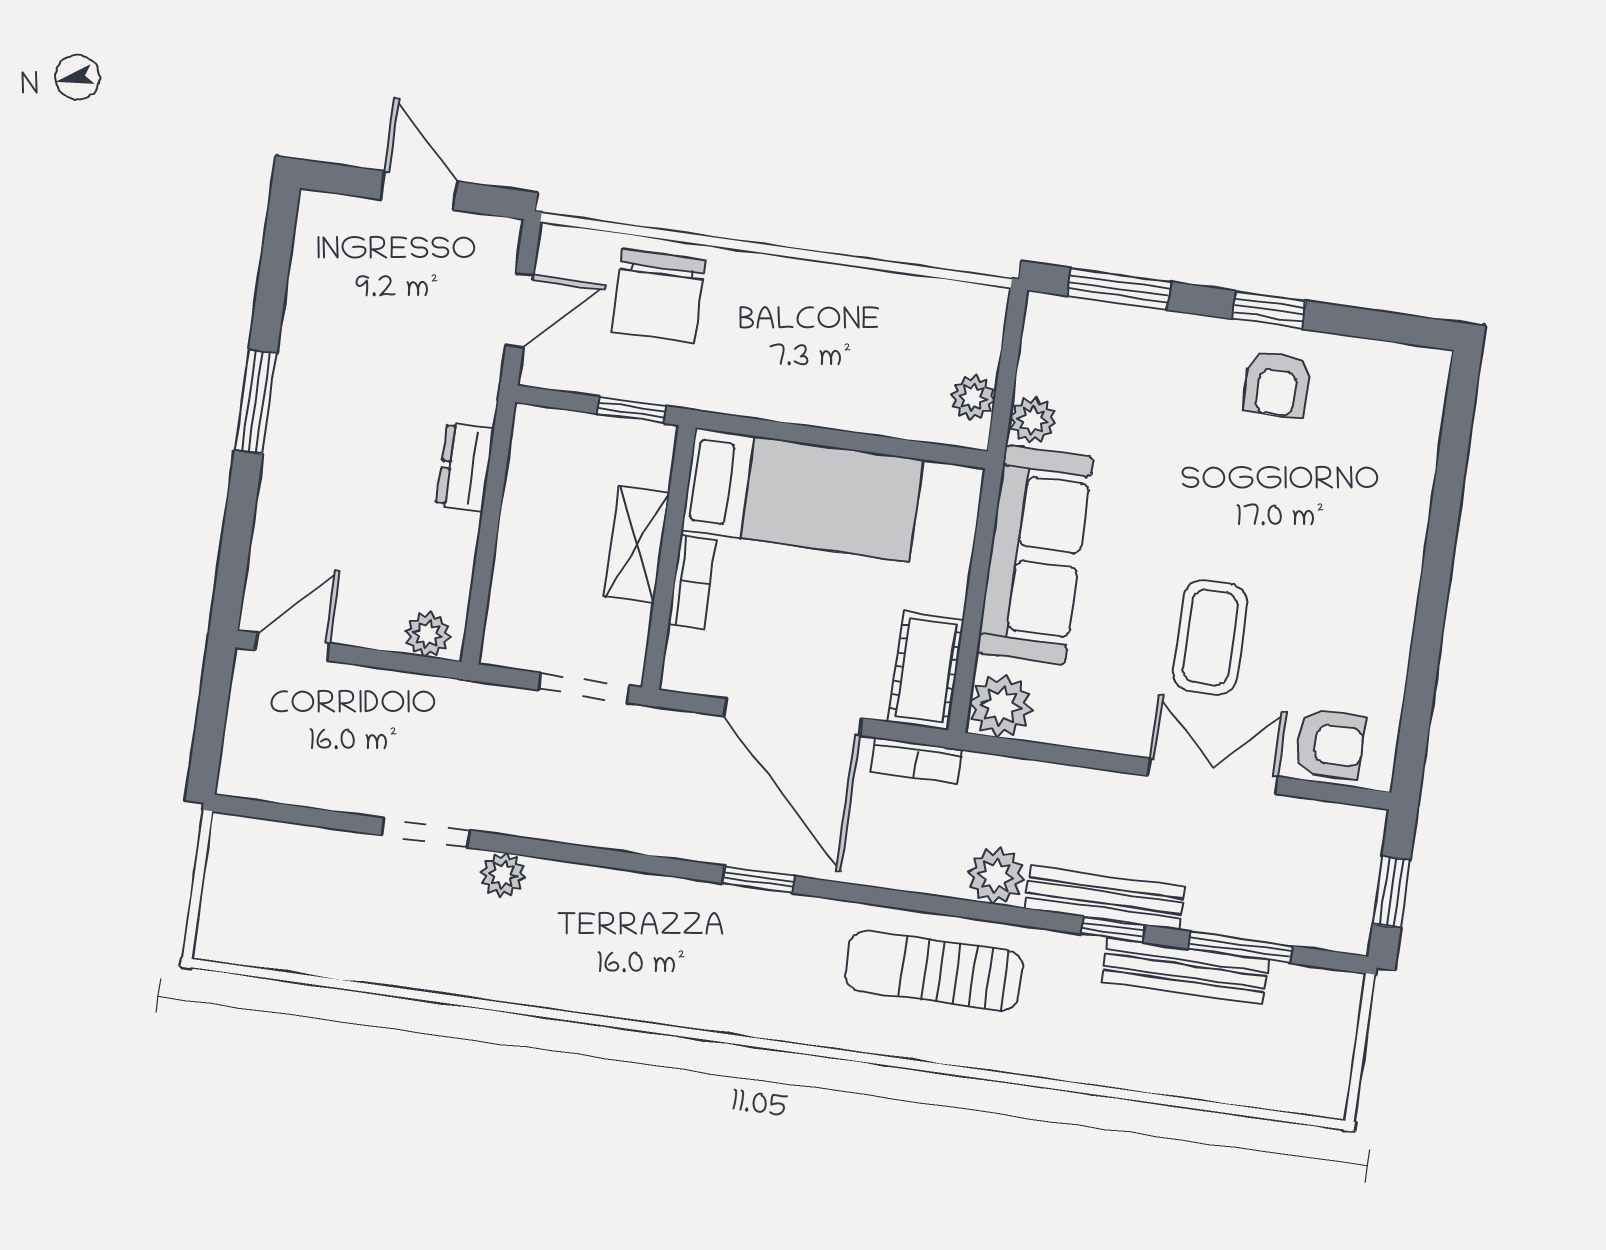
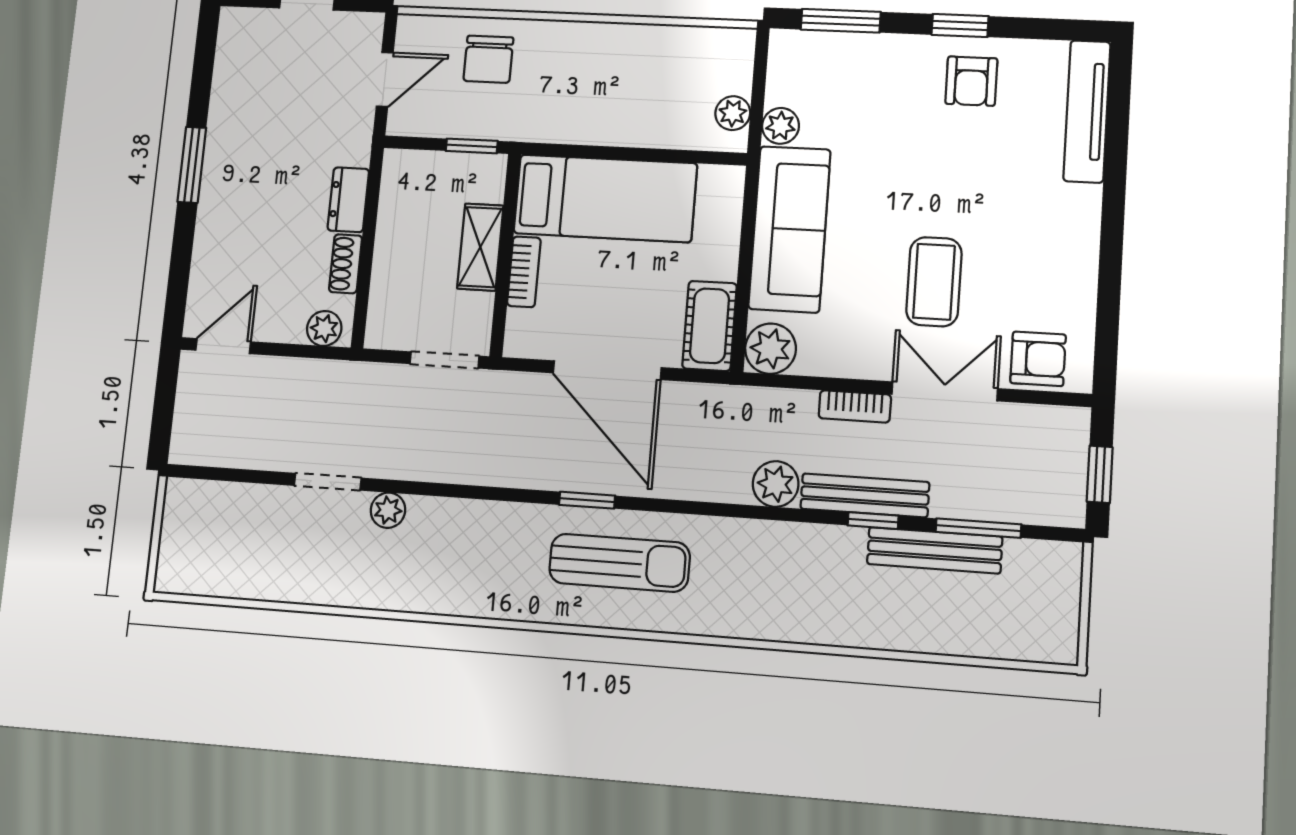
chair: (659, 296) -> (488, 59), width x0.73, depth x0.73
tv unit: (1417, 436) -> (1087, 111), added
shoe rack: (459, 552) -> (346, 264), added
bookcase: (916, 761) -> (855, 406), moved
sun lounger: (934, 971) -> (619, 563), moved, turned 180

